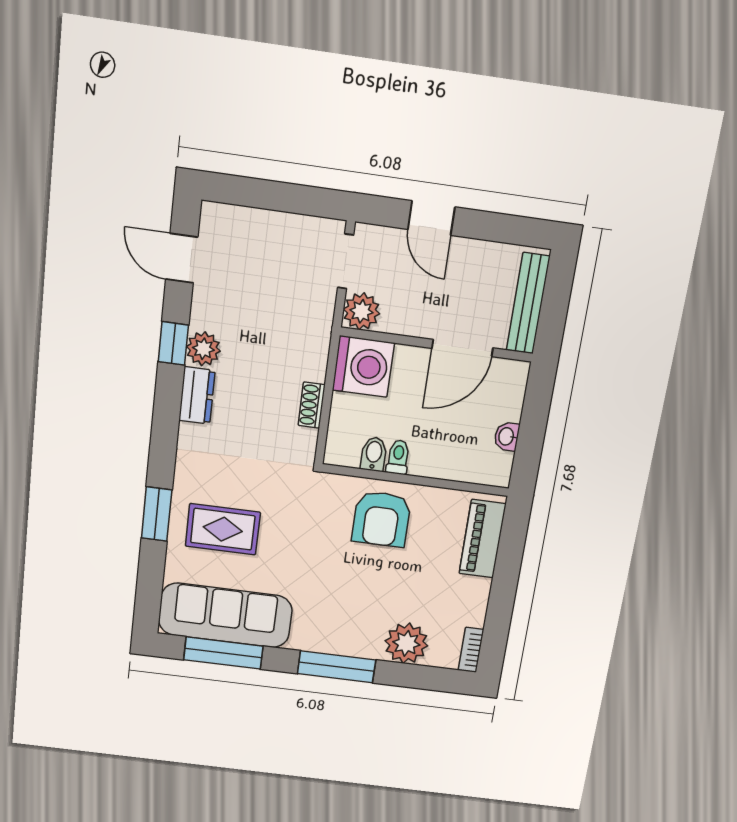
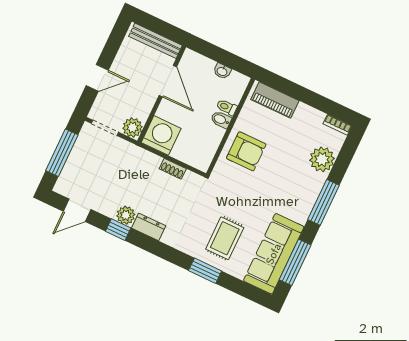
window: (275, 196) -> (62, 153), added
bidet: (374, 454) -> (221, 120), moved
toilet: (398, 457) -> (227, 107), moved

